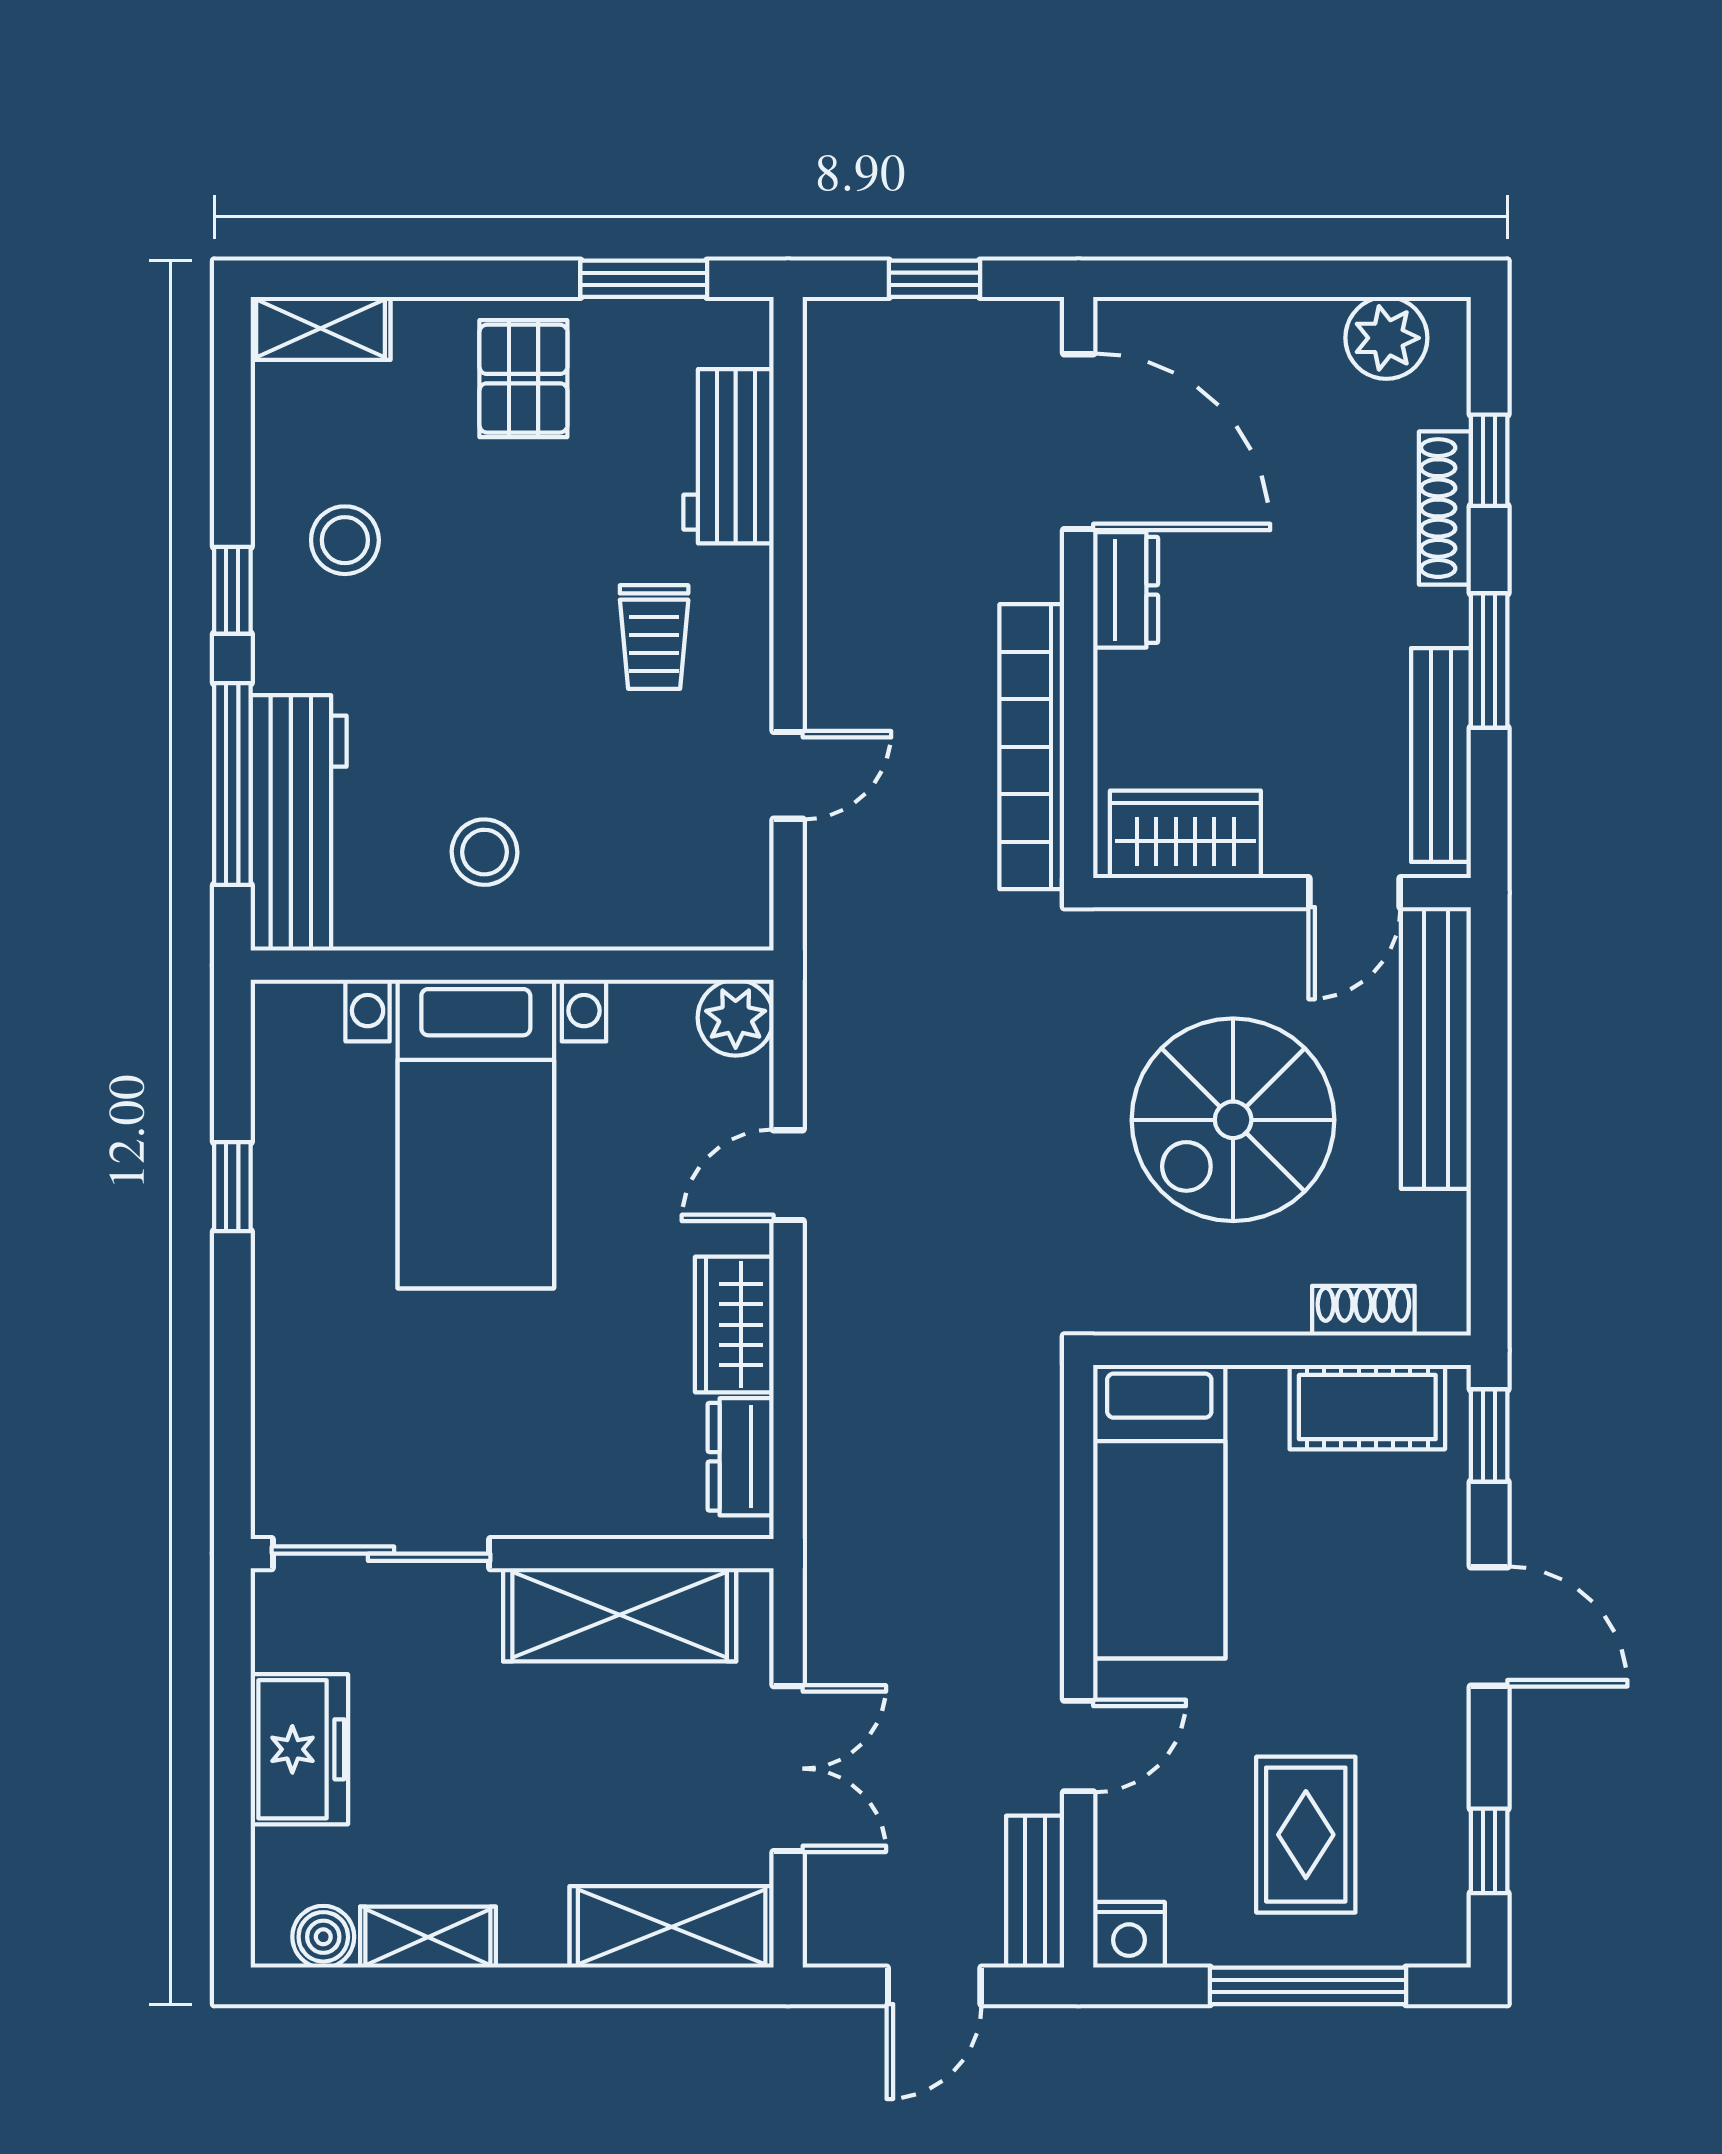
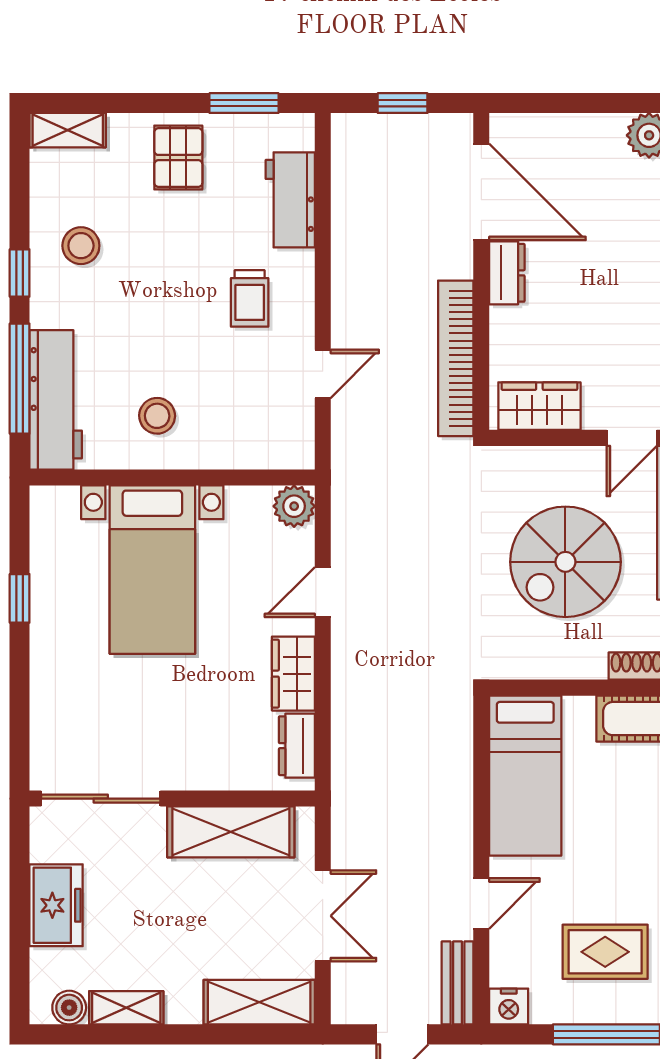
rug: (1306, 1835) -> (605, 952), turned 90

